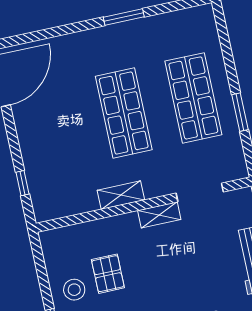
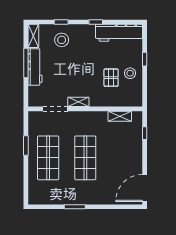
shelving: (121, 195) -> (120, 116), moved

